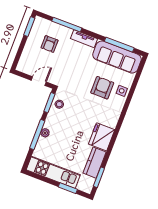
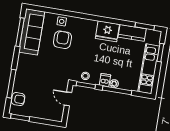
tv unit: (84, 39) -> (21, 65), removed
armchair: (50, 44) -> (18, 99), moved
armchair: (102, 88) -> (62, 40), turned 90
dishwasher: (51, 124) -> (105, 80), added

